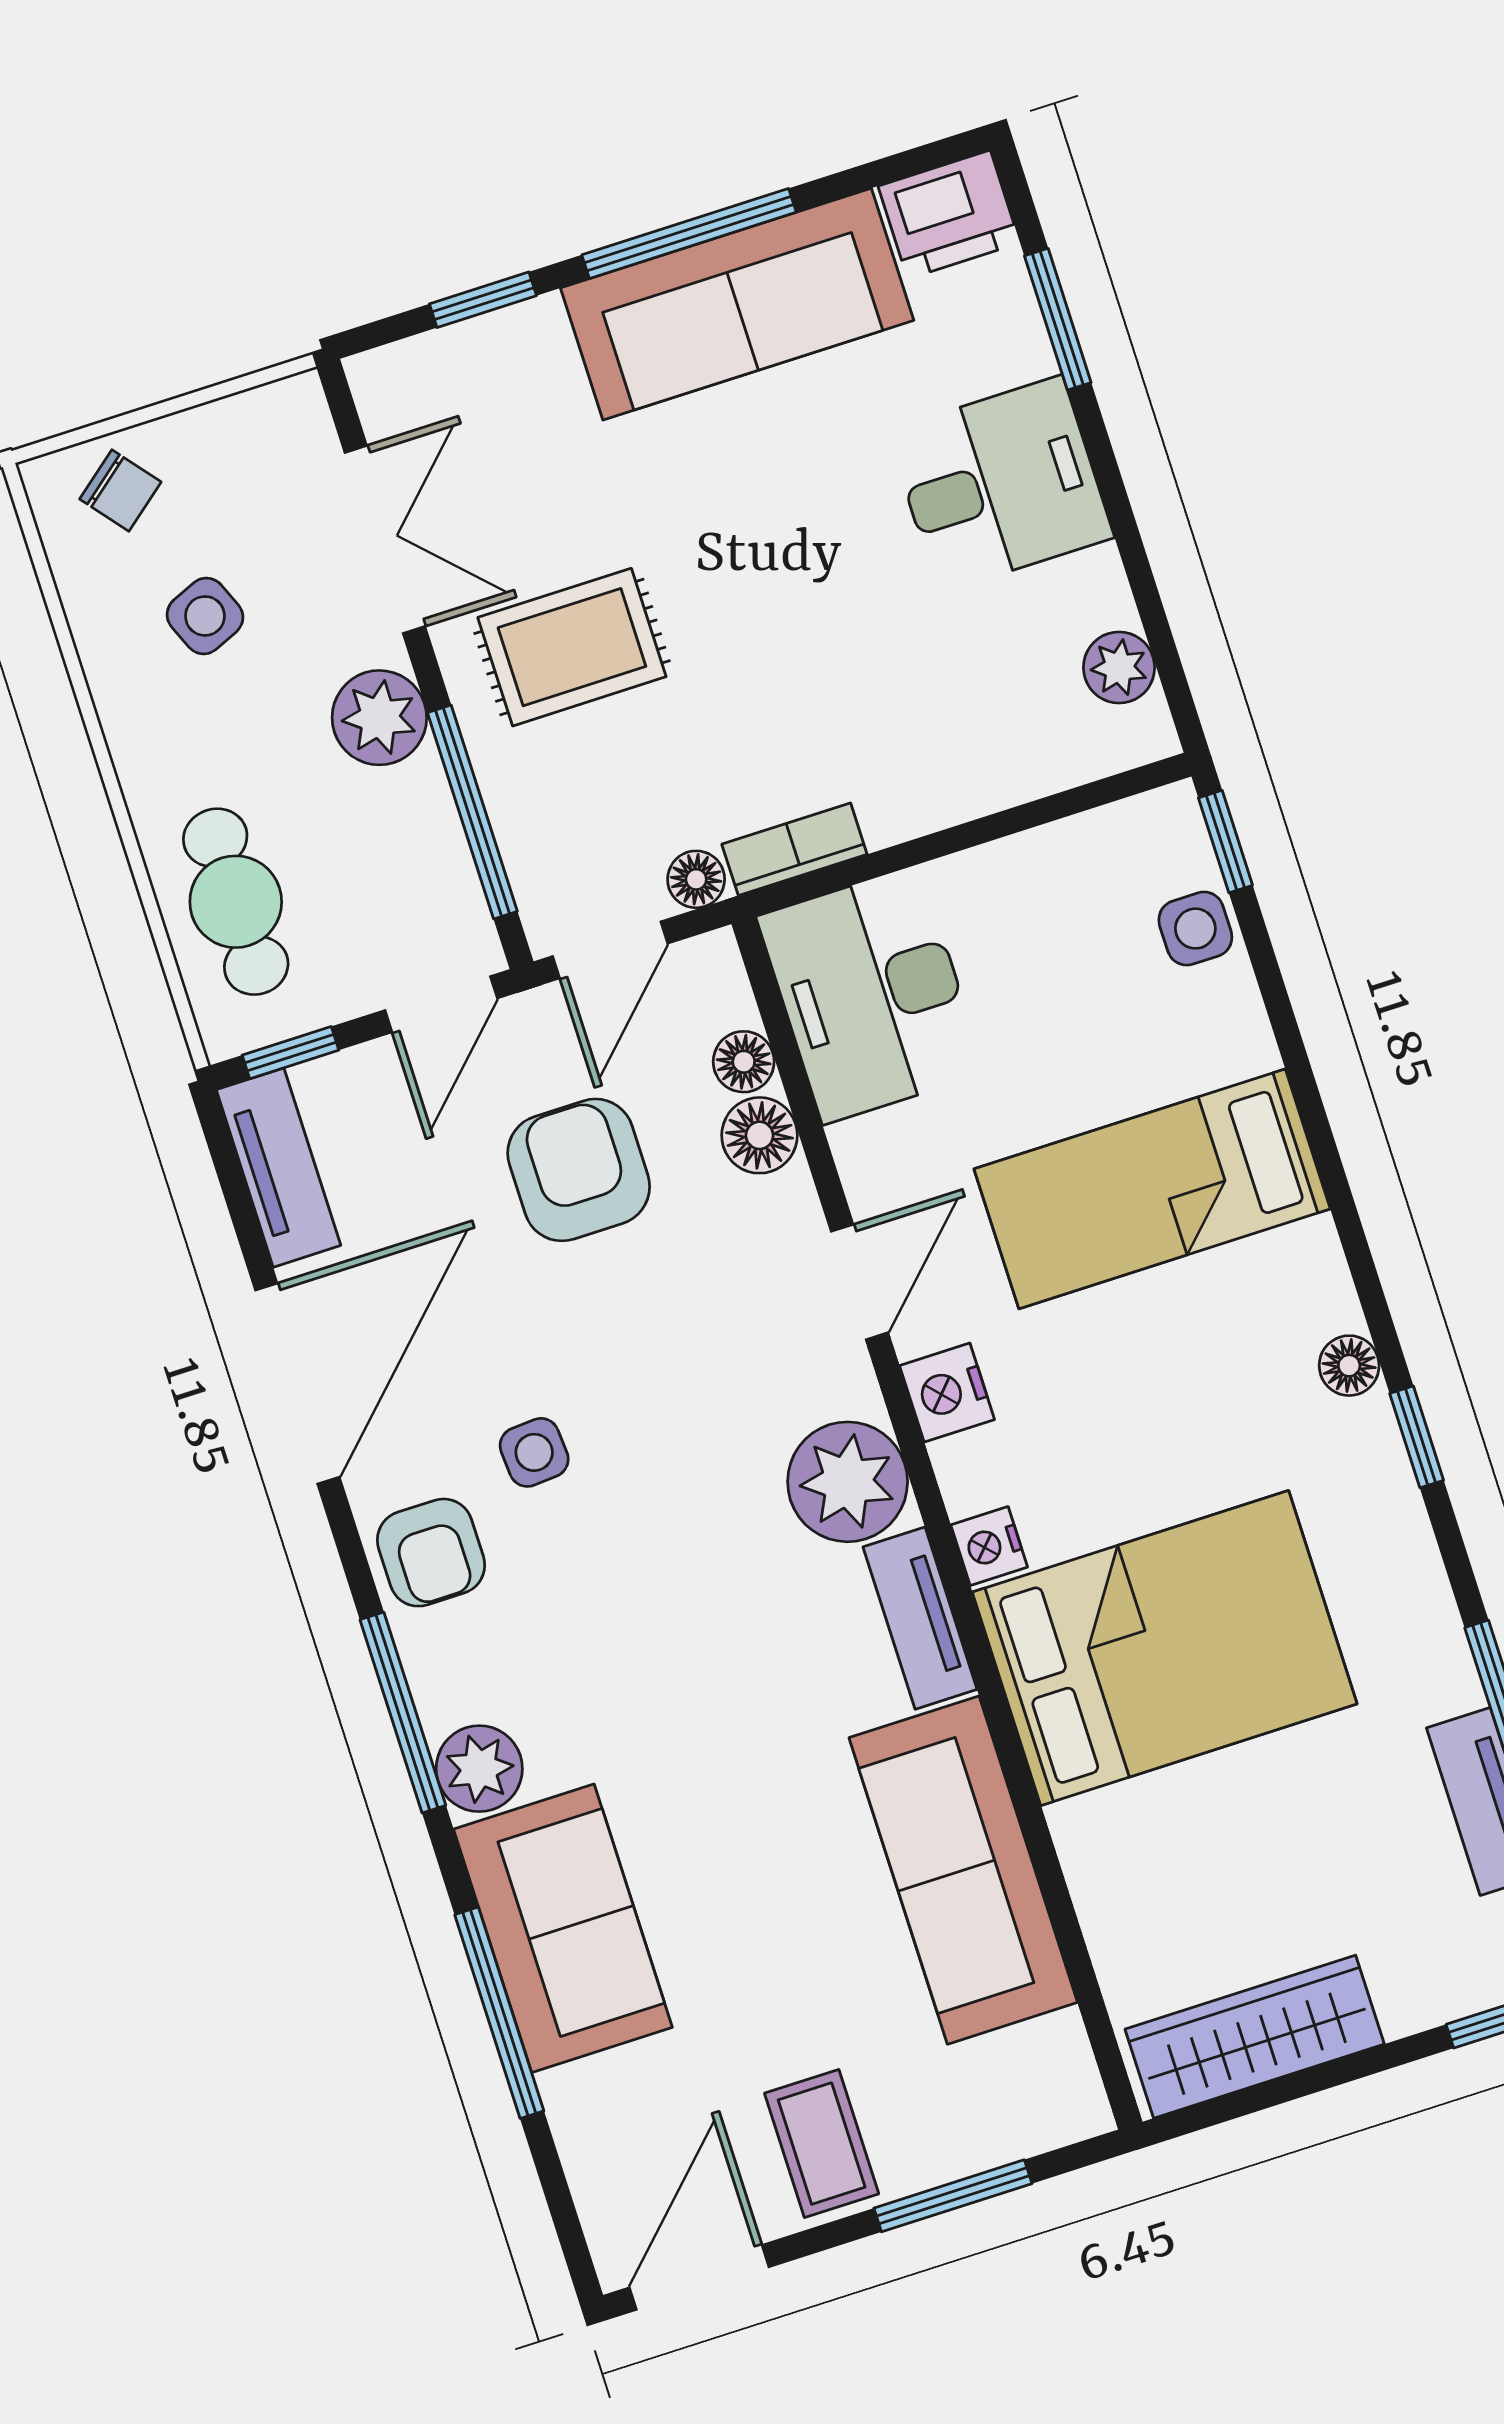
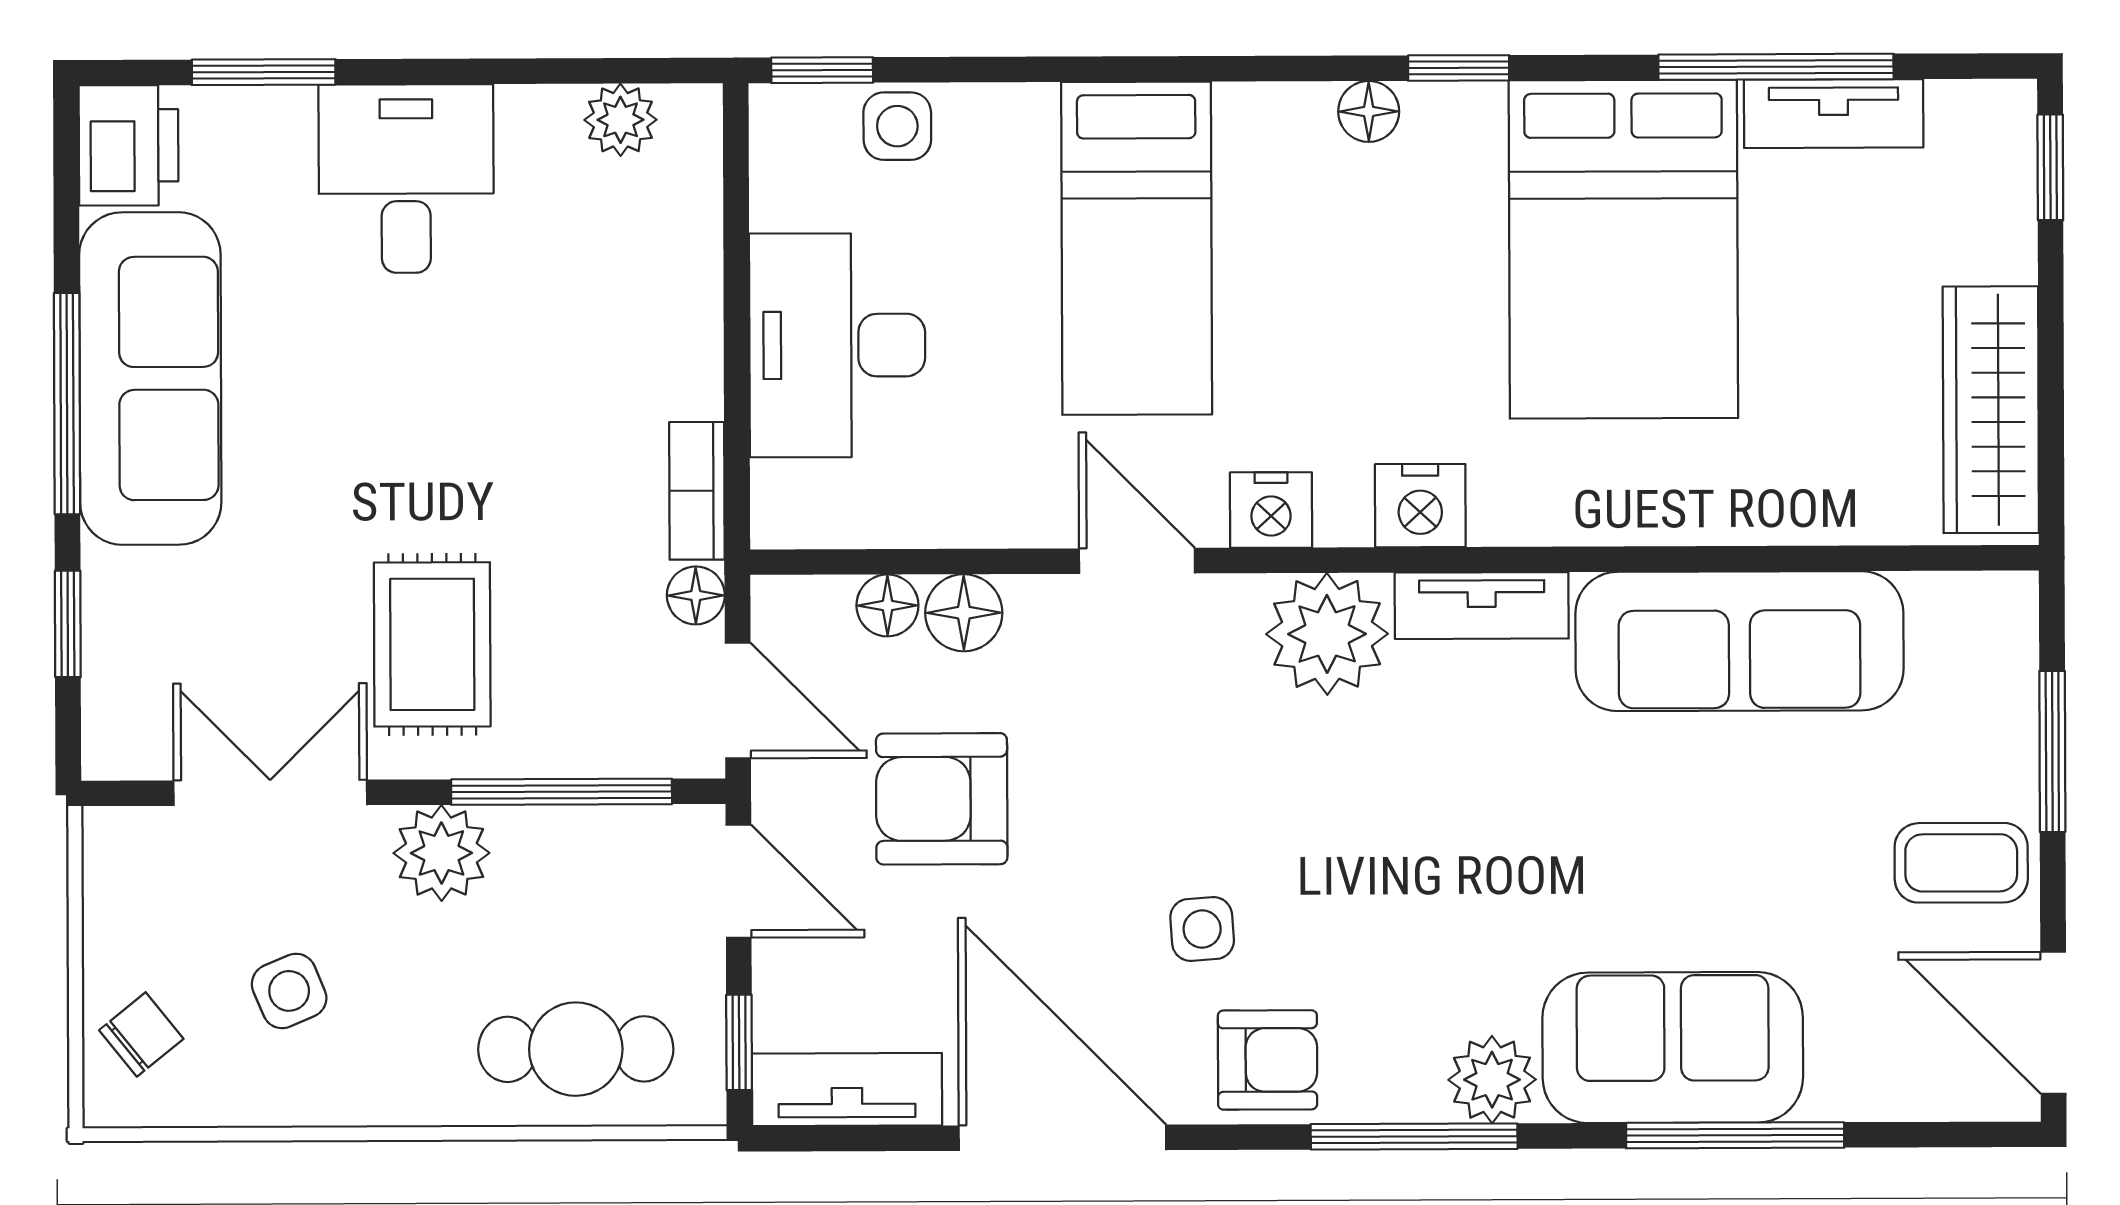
desk: (871, 995) -> (837, 345), moved, turned 90
nightstand: (989, 1546) -> (1420, 506), width x1.39, depth x1.35
bed: (1165, 1648) -> (1623, 249), moved, turned 180

